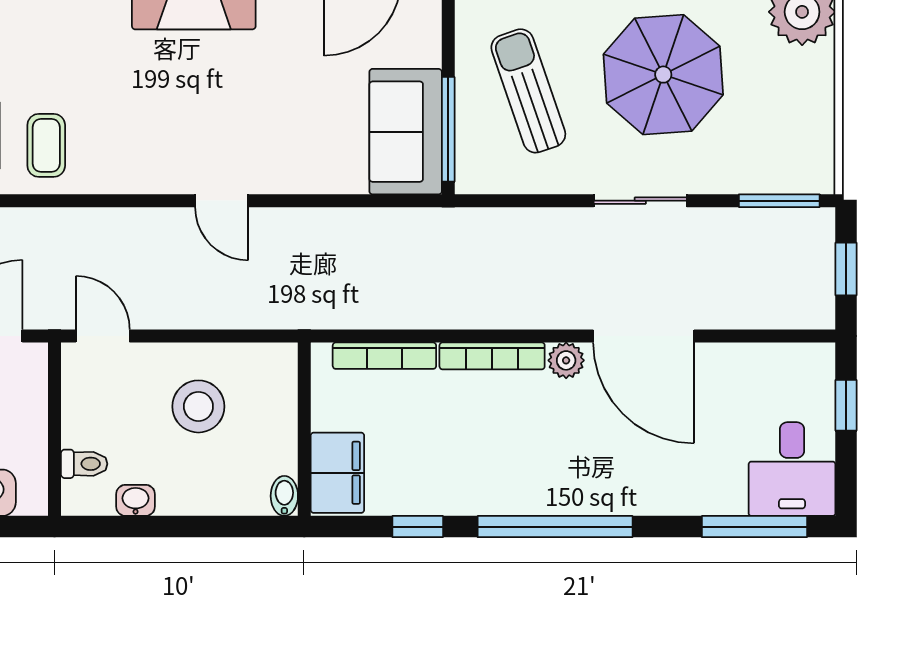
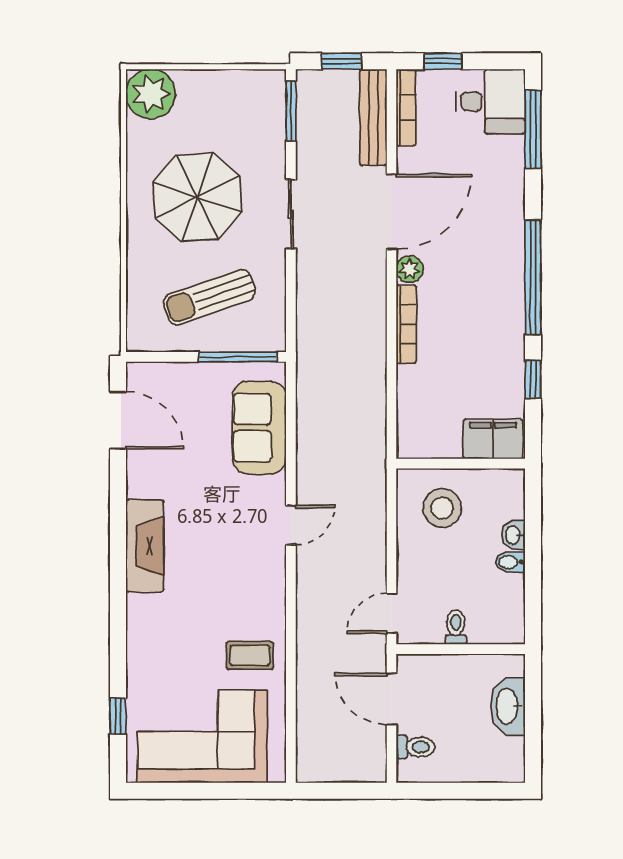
sofa: (406, 132) -> (259, 428), moved, turned 90
bench: (771, 312) -> (373, 117), added
bookcase: (384, 356) -> (406, 108), moved
stool: (198, 406) -> (442, 508), moved
toilet: (84, 464) -> (456, 627), moved
bidet: (284, 496) -> (510, 562), moved
washbasin: (136, 500) -> (514, 535), moved

